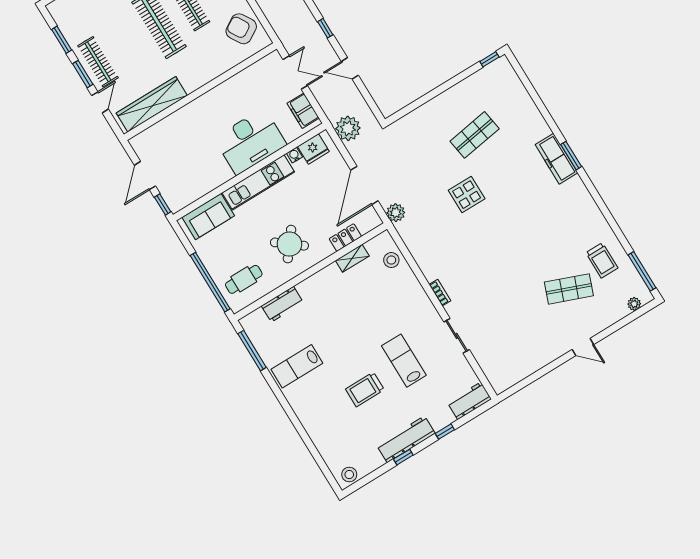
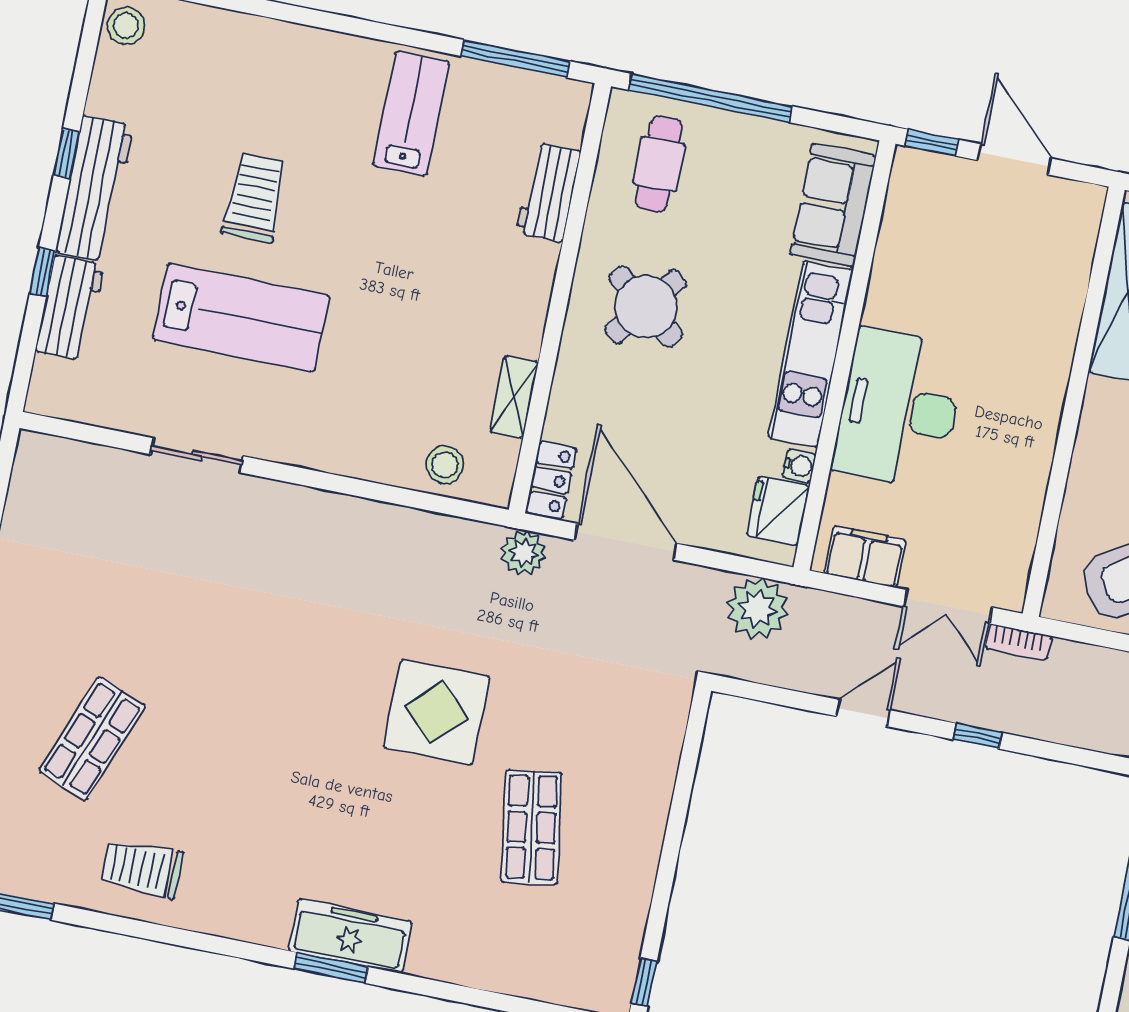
display table: (467, 195) -> (437, 712), width x1.36, depth x1.36
locker: (345, 238) -> (551, 480), moved
trolley: (602, 260) -> (142, 868), moved
bookcase: (440, 293) -> (1018, 642), moved
lab bench: (404, 361) -> (241, 318), width x1.36, depth x1.39
workbench: (469, 401) -> (69, 308), moved

